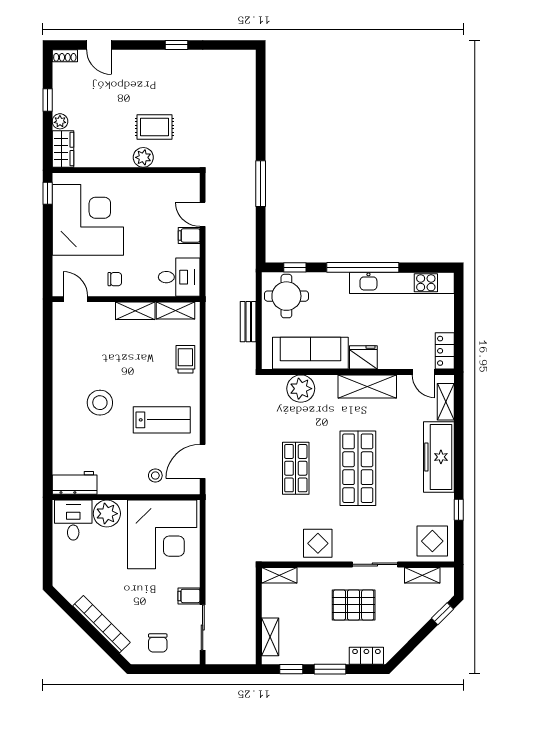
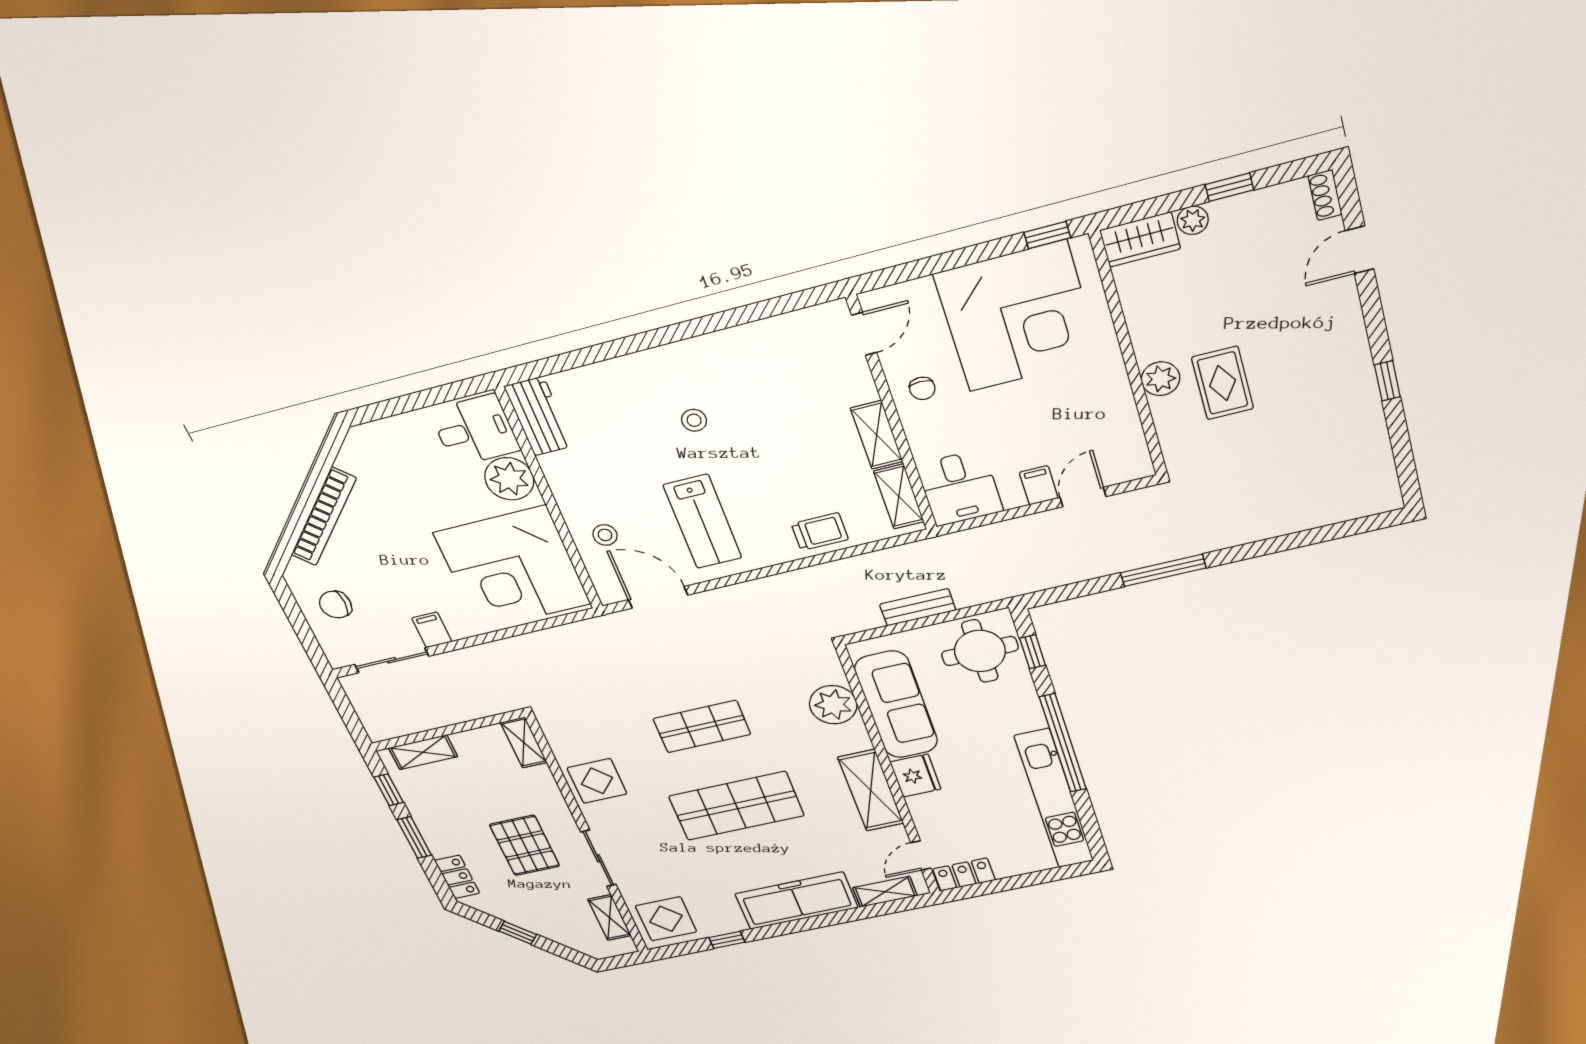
stool: (100, 403) -> (694, 420), width x0.53, depth x0.53
window: (443, 614) -> (518, 933), moved

